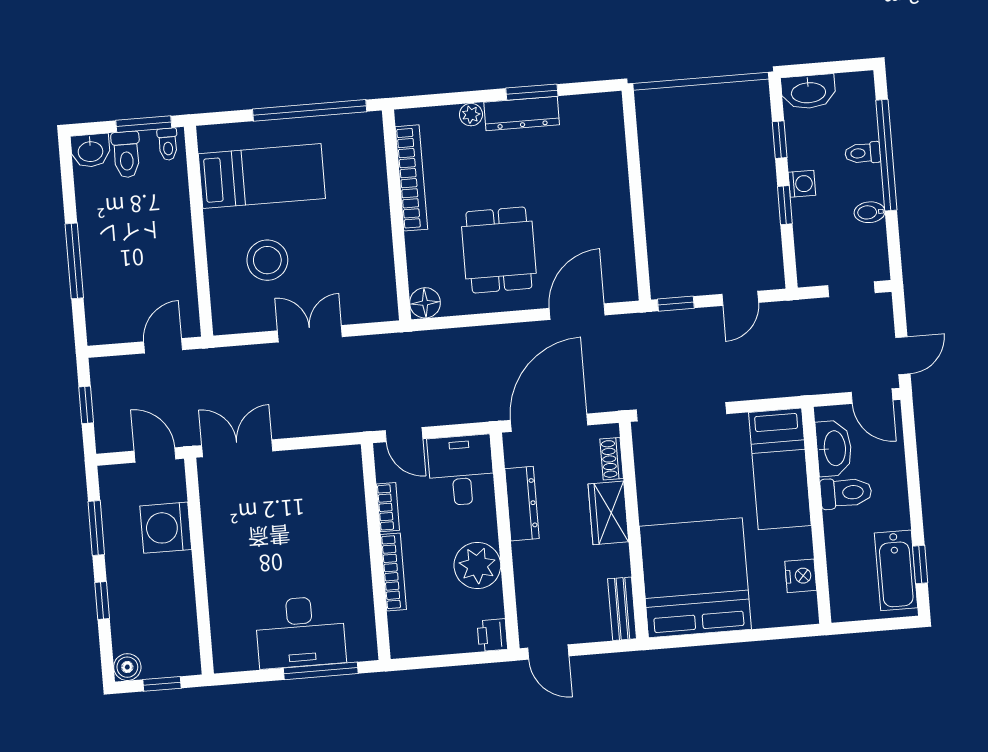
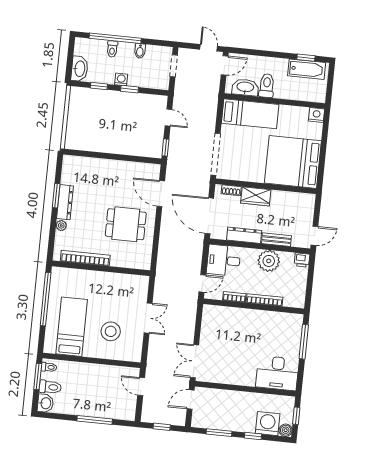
floor lamp: (425, 303) -> (144, 263), removed
double door: (310, 334) -> (148, 318), swing flipped
washing machine: (166, 528) -> (268, 424), moved, turned 180
nightstand: (801, 576) -> (316, 115), moved
bench: (622, 609) -> (276, 240), moved
desk: (300, 632) -> (277, 373), moved, turned 90

